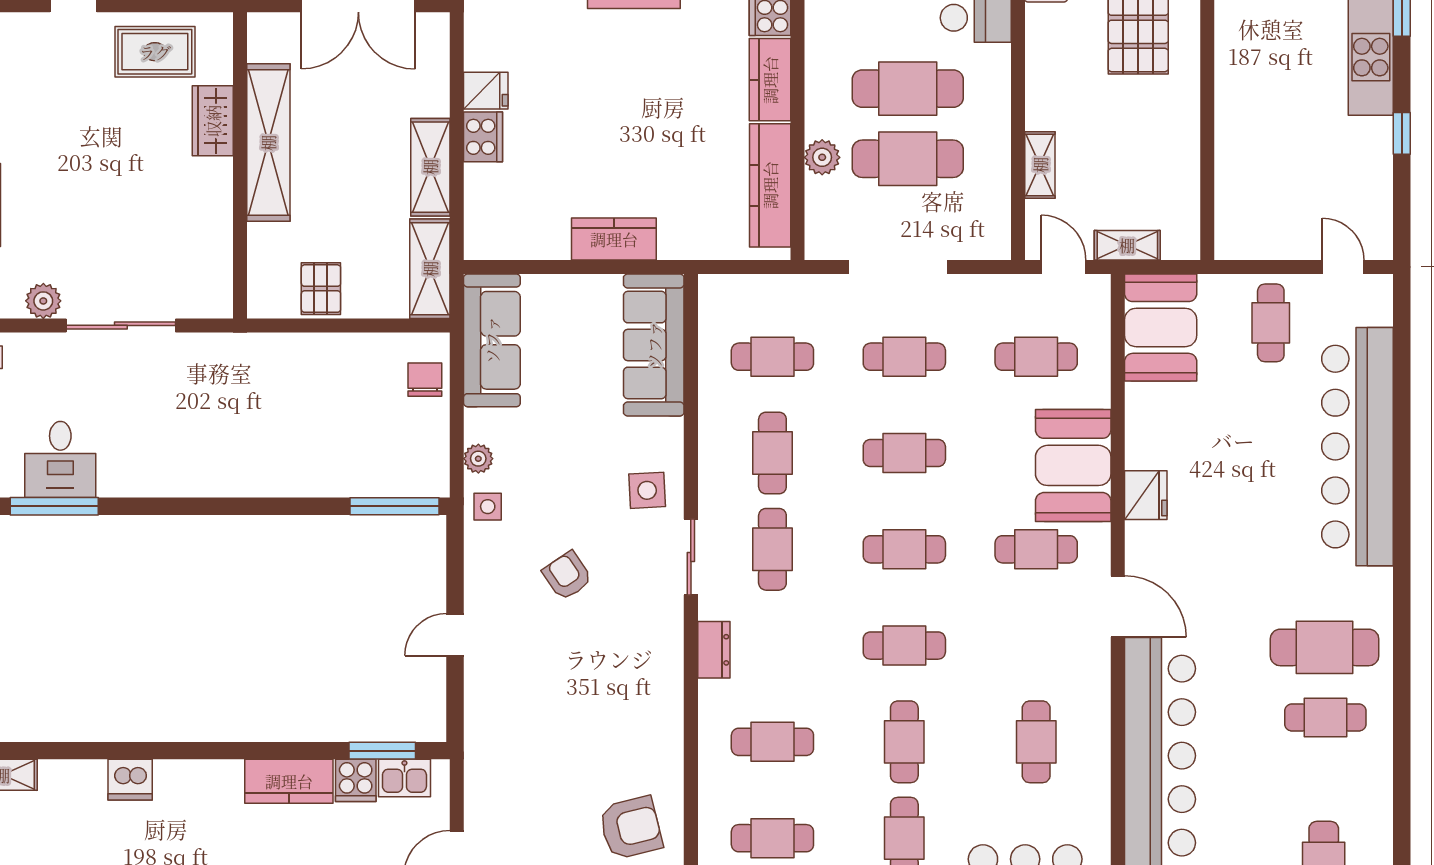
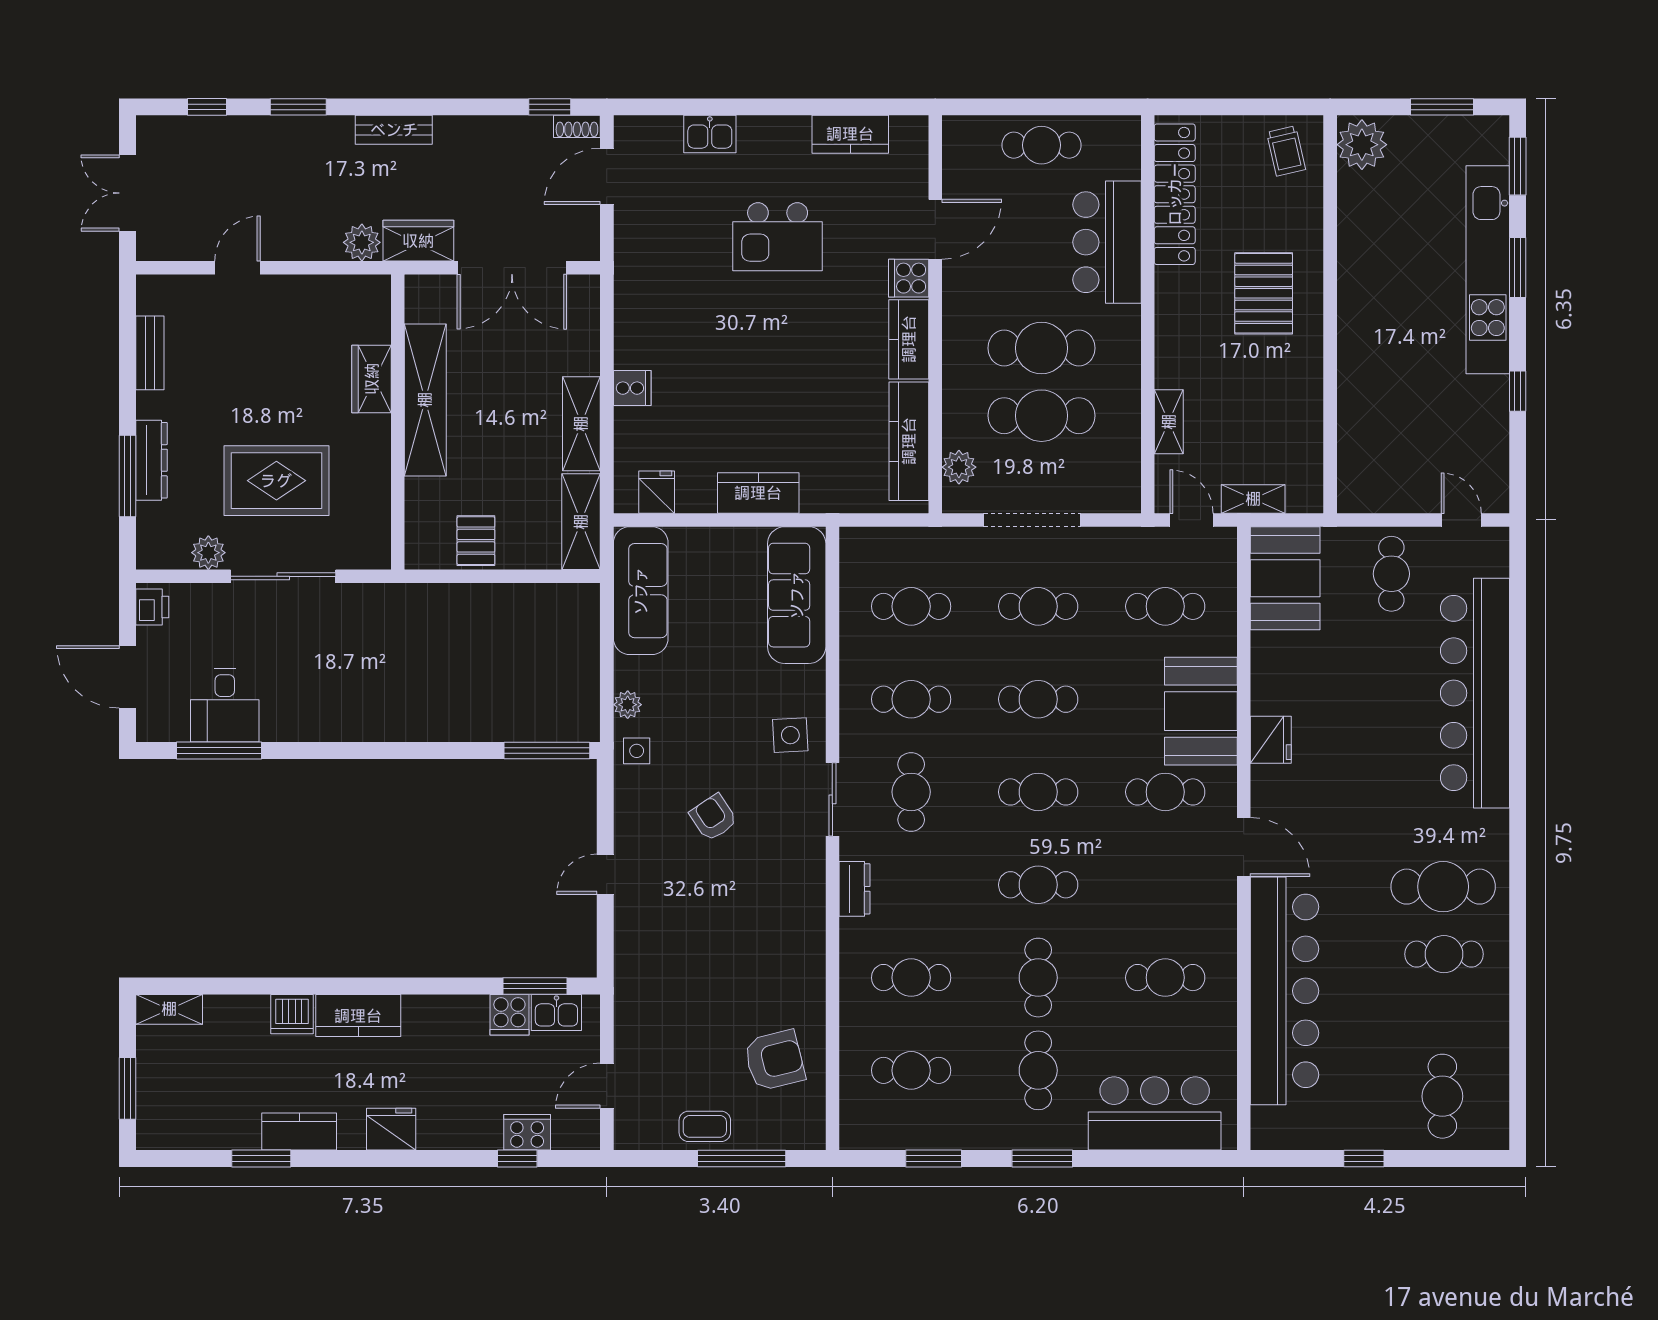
rug: (155, 52) -> (276, 481), moved, width x1.36, depth x1.43
fridge: (486, 91) -> (657, 492), moved, turned -90
cooker: (483, 137) -> (632, 388), width x0.73
plant: (822, 157) -> (959, 467), moved
chair: (425, 380) -> (576, 628), removed
cafe table: (772, 453) -> (911, 699), turned 90
cafe table: (1036, 742) -> (1165, 978), turned 90
kitchen counter: (289, 781) -> (358, 1016), moved

